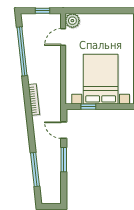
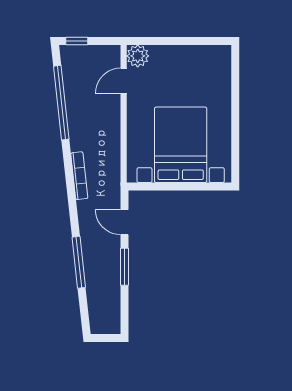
window: (43, 11) -> (77, 41), moved
window: (88, 107) -> (162, 187), removed
window: (35, 169) -> (79, 262), moved

